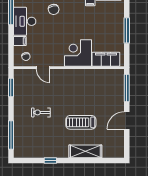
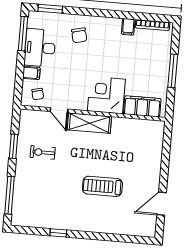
window: (11, 87) -> (14, 146), moved
window: (127, 88) -> (166, 146), removed
exercise bike: (41, 112) -> (43, 152), moved
door: (127, 121) -> (162, 204), moved
shelving: (85, 151) -> (89, 123), moved

